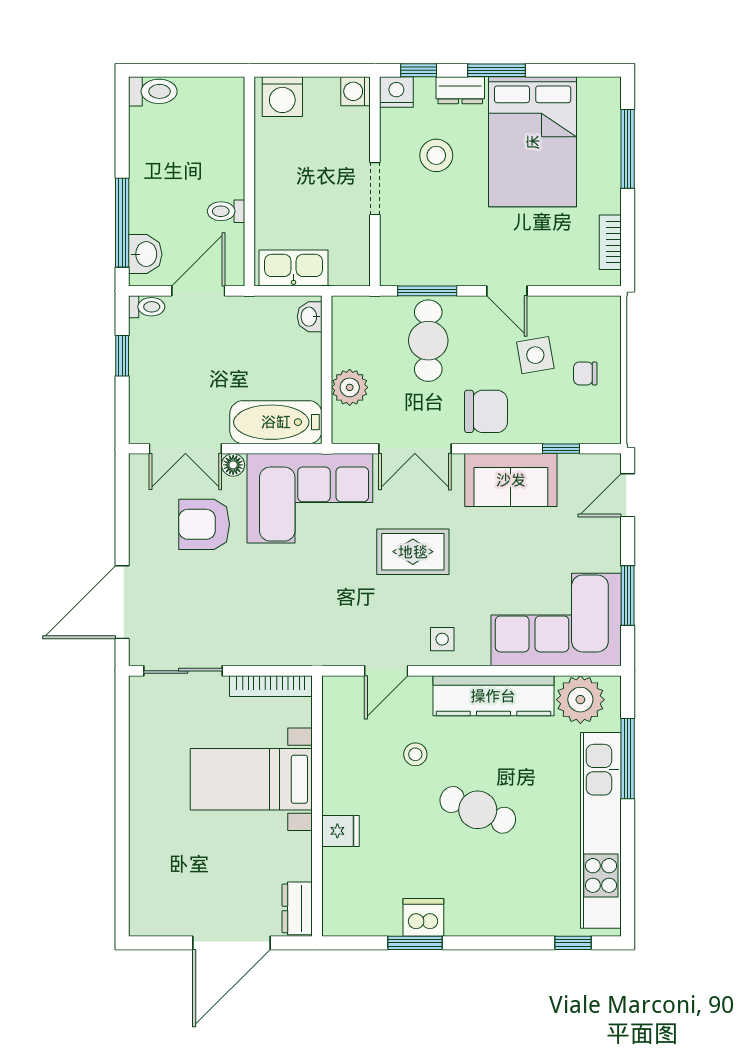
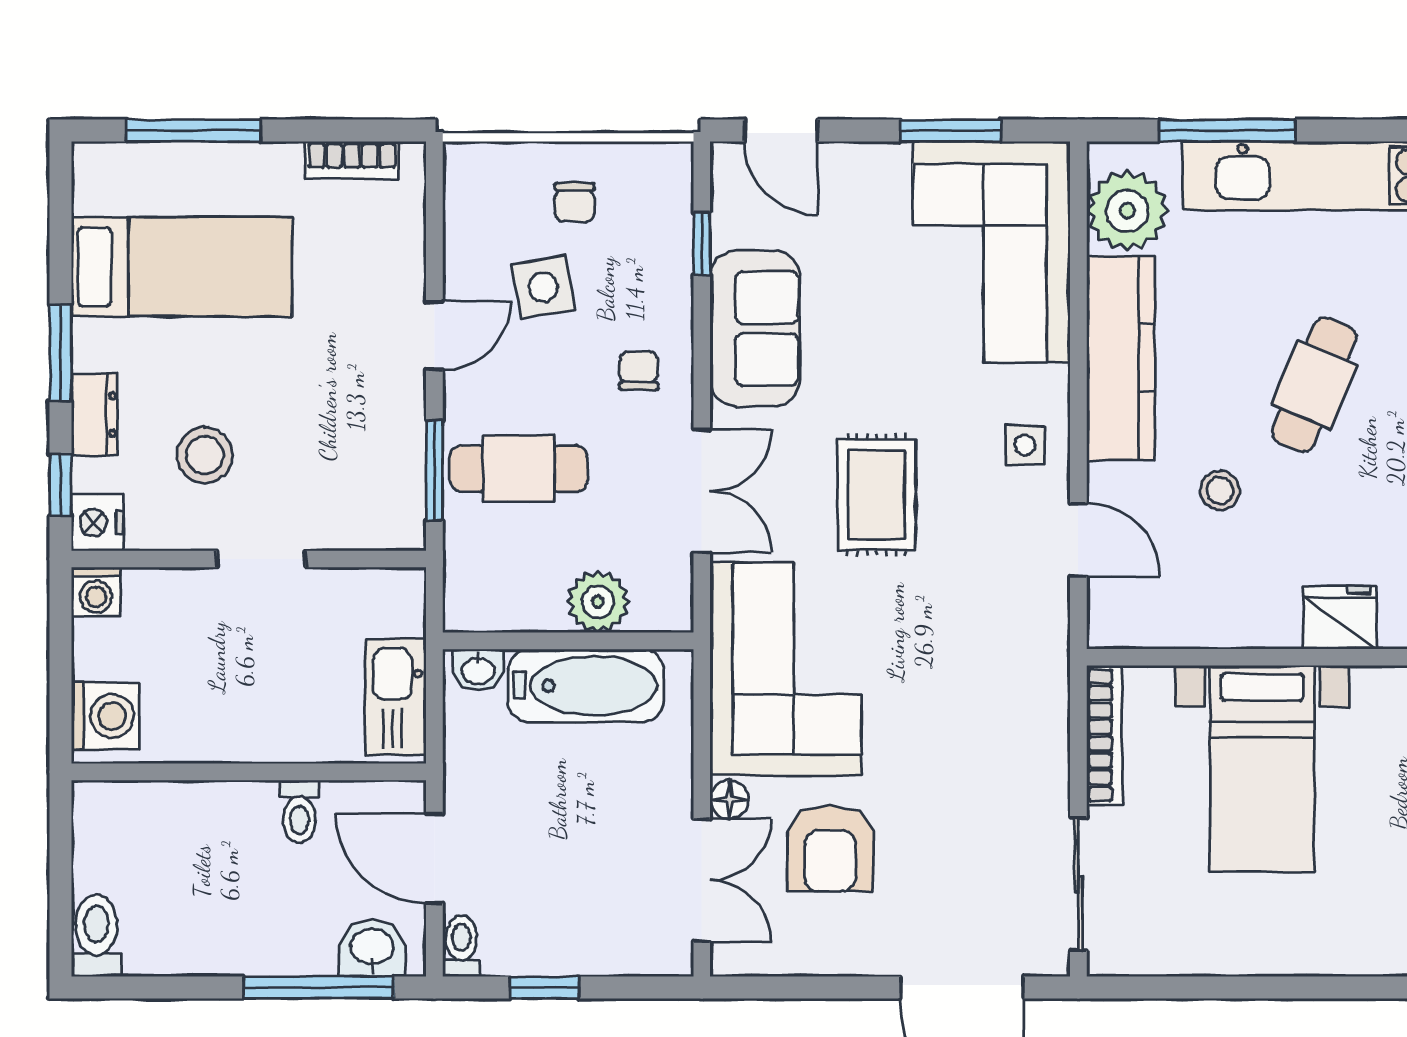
bed: (533, 142) -> (182, 267), width x0.67
chair: (486, 411) -> (639, 371), width x0.54, depth x0.54
bathtub: (276, 422) -> (586, 686), moved, turned -90
fridge: (340, 831) -> (1340, 617), width x1.38

